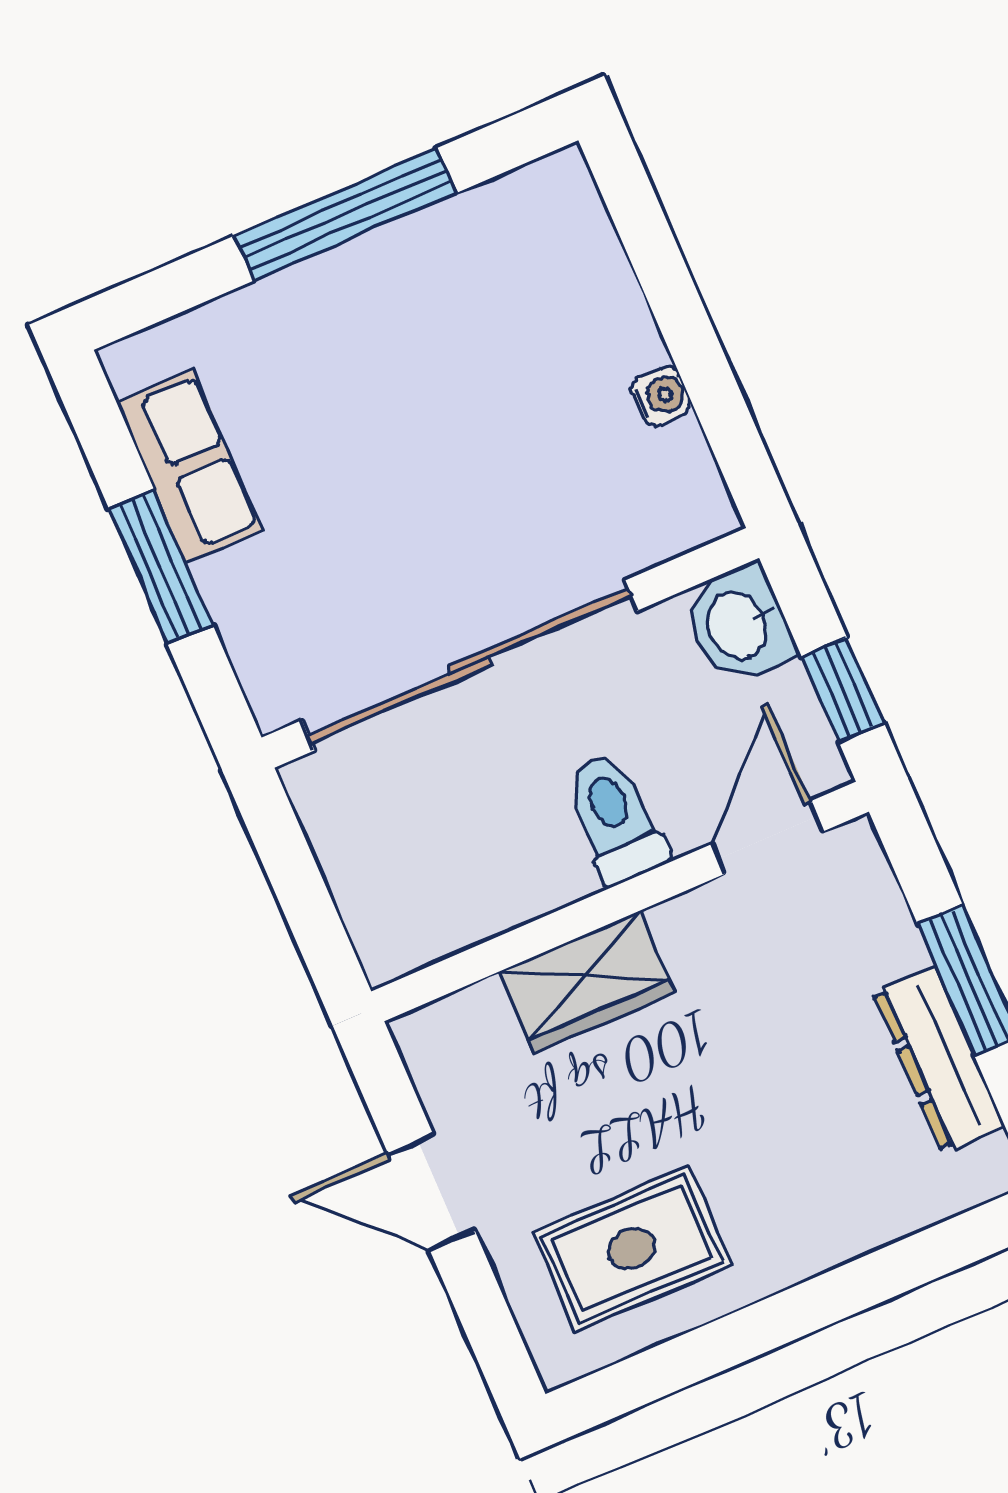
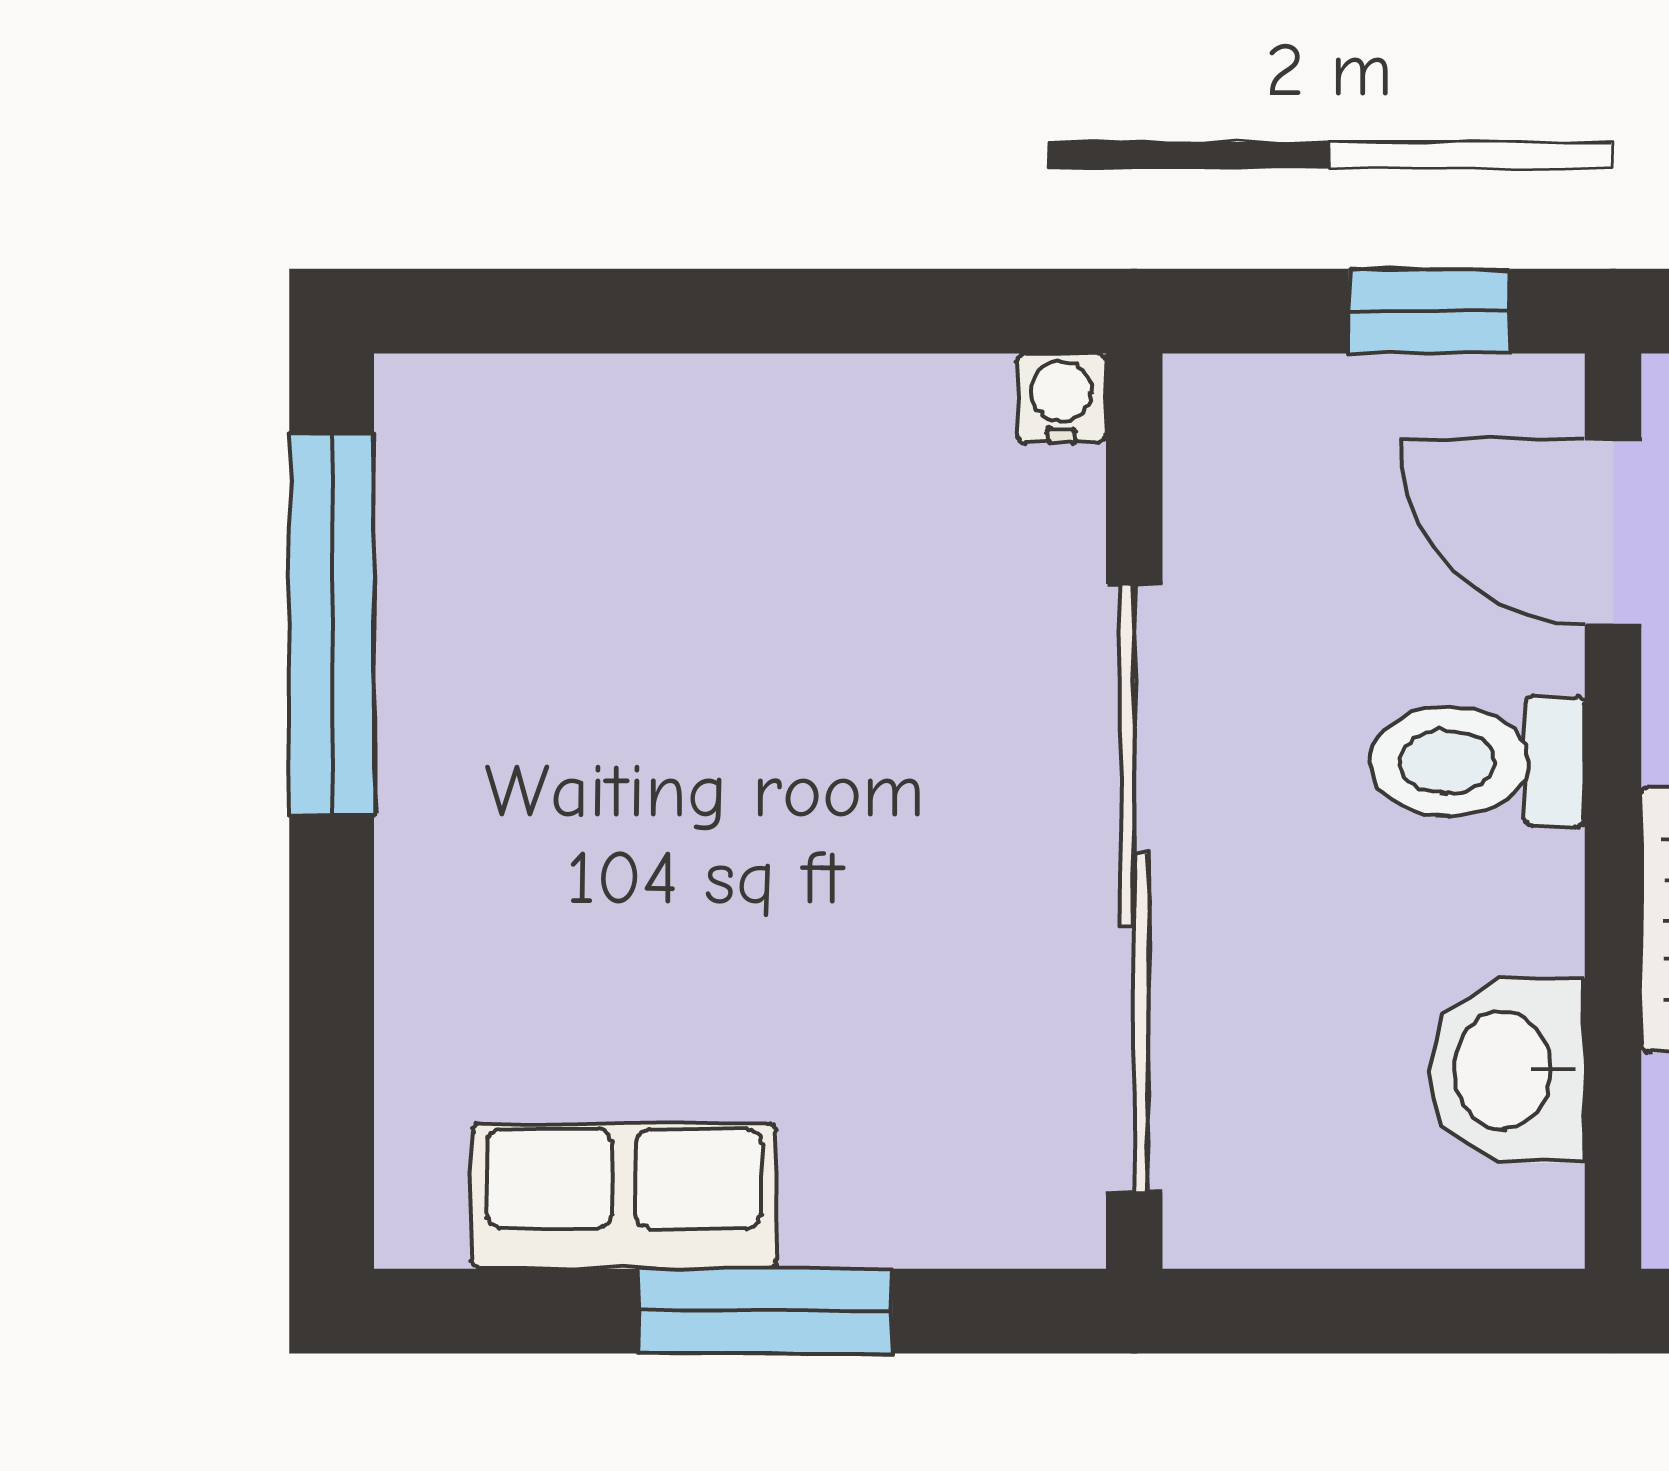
window: (345, 214) -> (332, 624), moved
water cooler: (661, 396) -> (1061, 398), moved
washbasin: (739, 624) -> (1507, 1070), moved, turned 90

